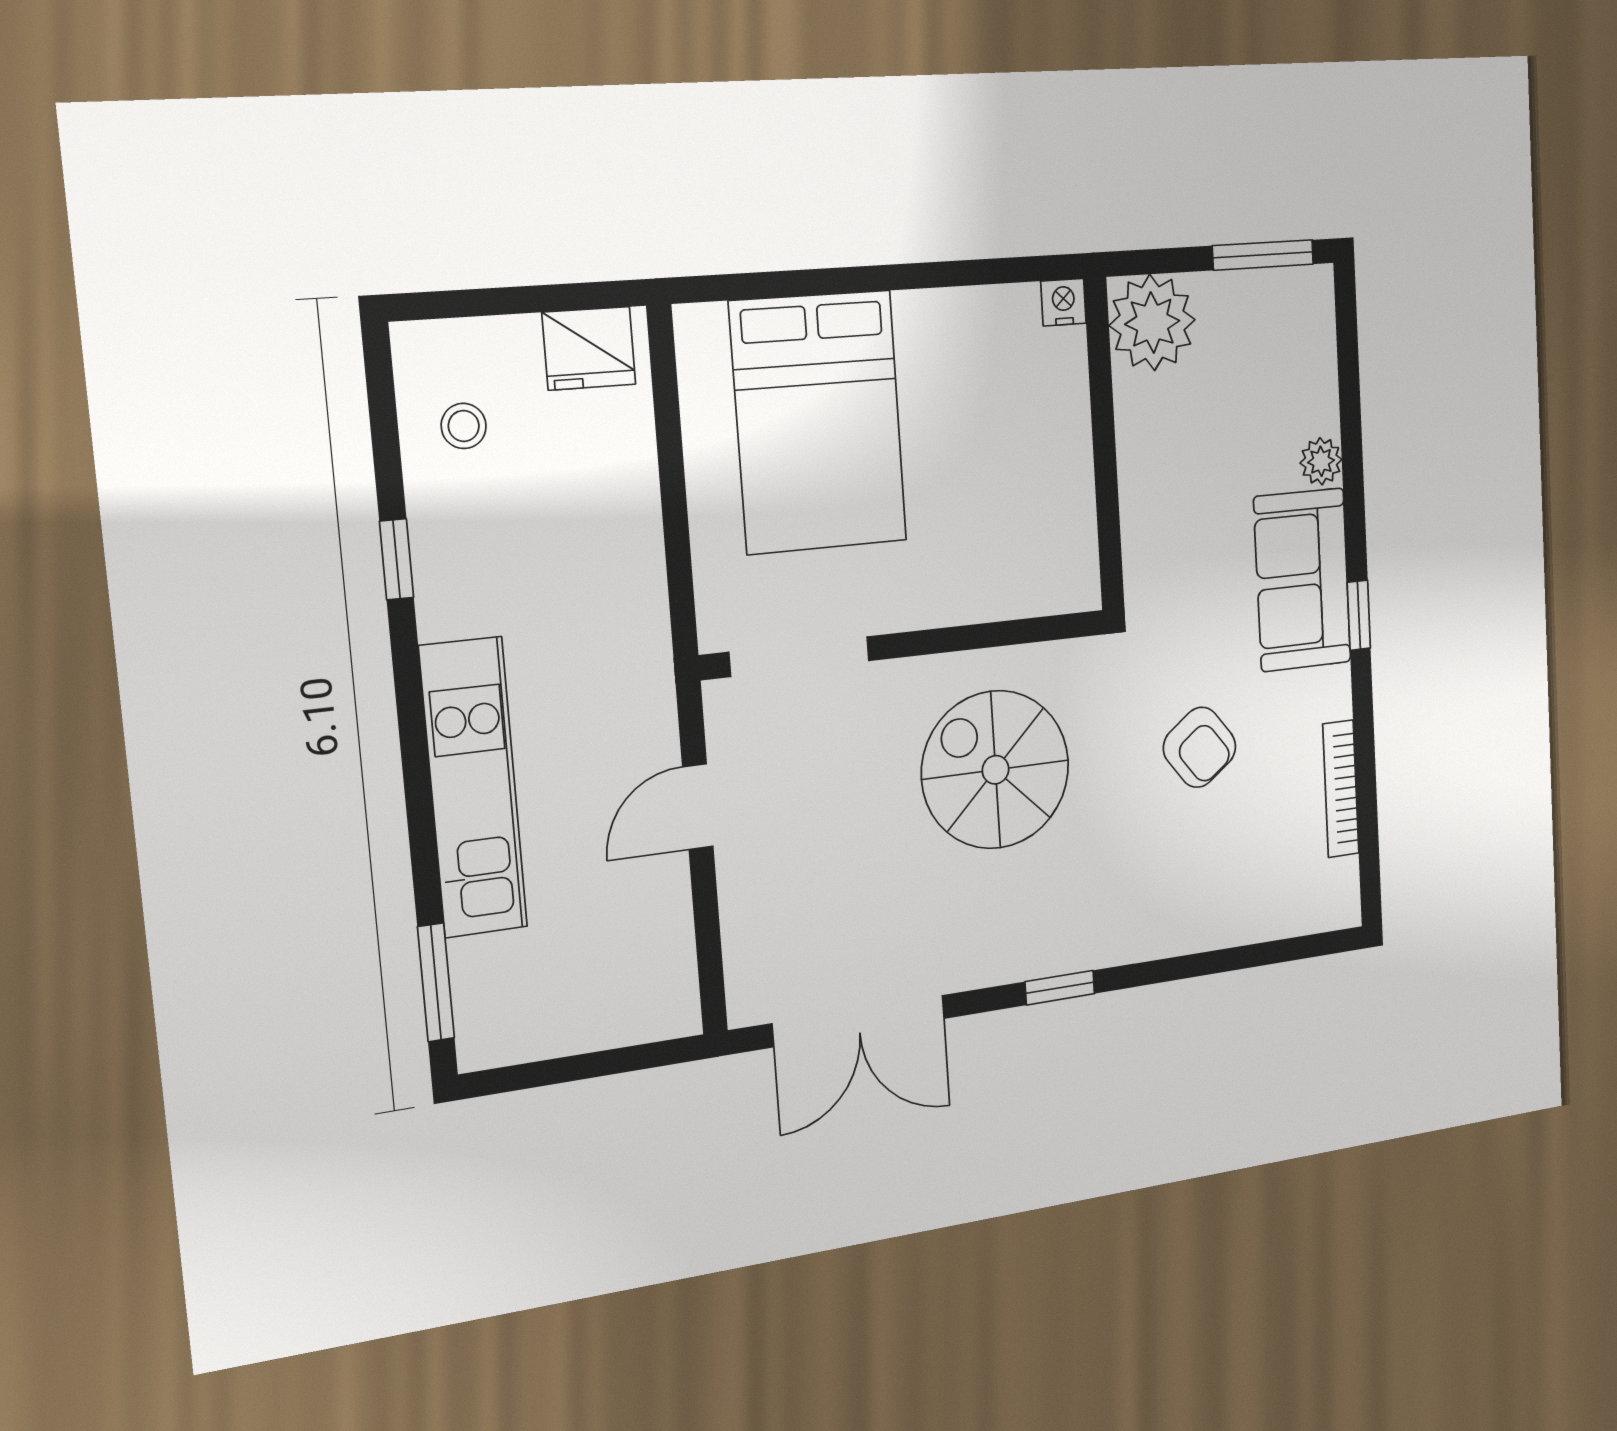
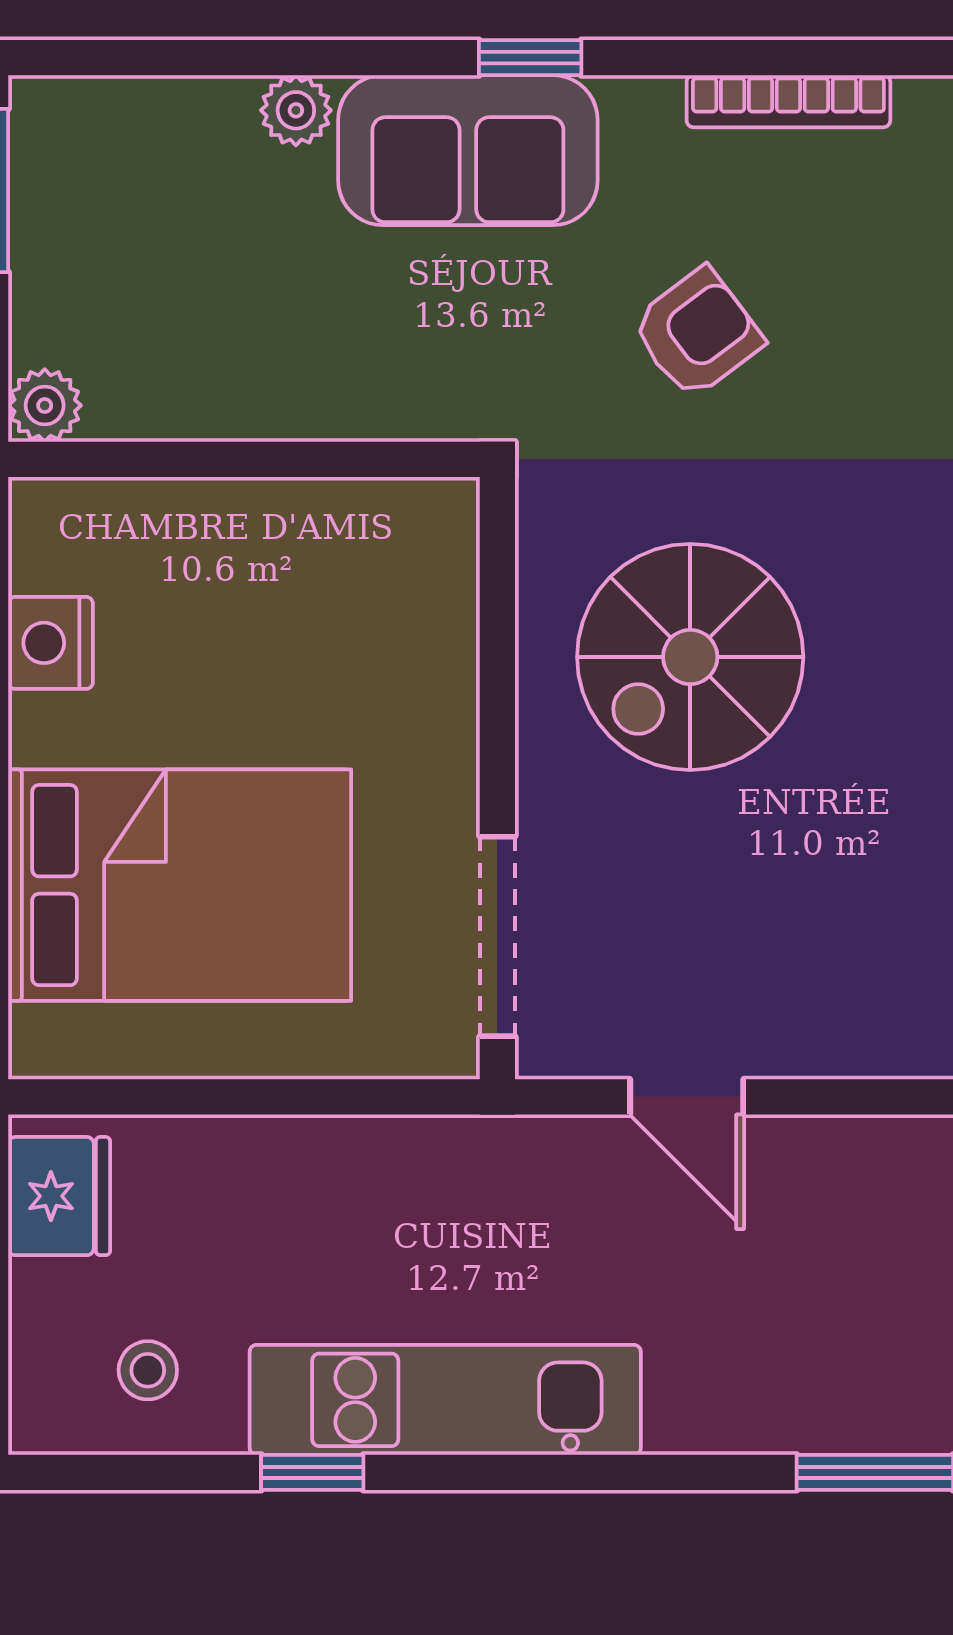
nightstand: (1064, 302) -> (51, 643), moved, width x1.39, depth x1.35
plant: (1152, 323) -> (45, 405), width x0.53, depth x0.53
kitchen unit: (473, 788) -> (445, 1400), moved

